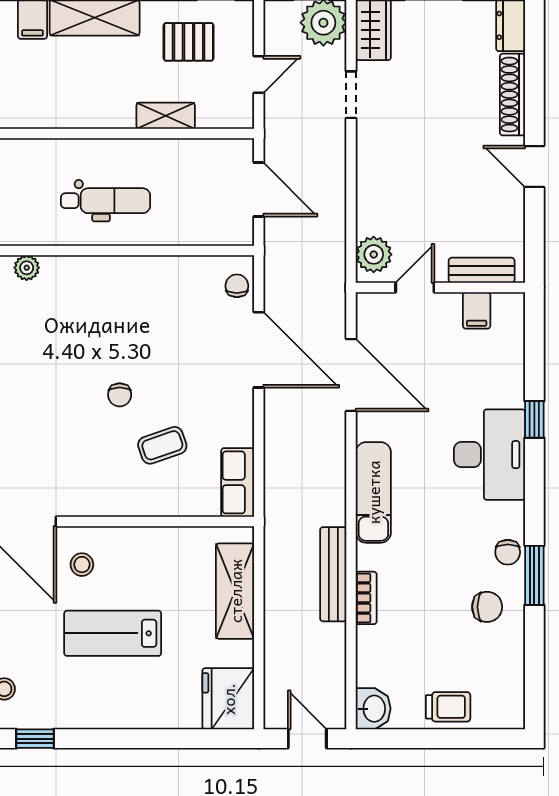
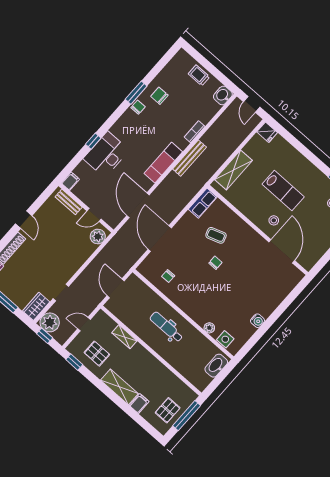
chair: (237, 286) -> (168, 276), moved
filing cabinet: (477, 310) -> (70, 181), moved
desk: (489, 455) -> (106, 154), moved
bench: (333, 574) -> (190, 158), moved
fridge: (228, 699) -> (267, 132), width x0.53, depth x0.75

